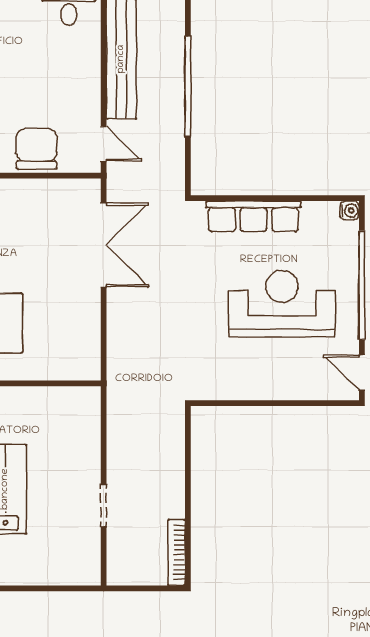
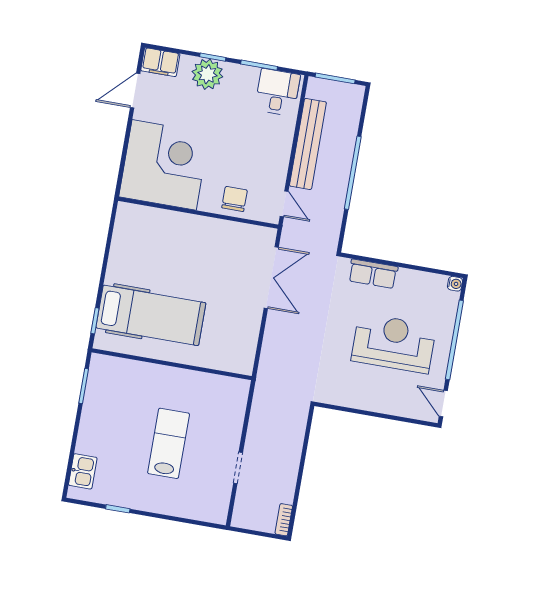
chair: (36, 149) -> (235, 199), width x0.73, depth x0.73
row of seats: (253, 216) -> (373, 274), width x0.68
bookcase: (177, 552) -> (284, 520), width x0.64

